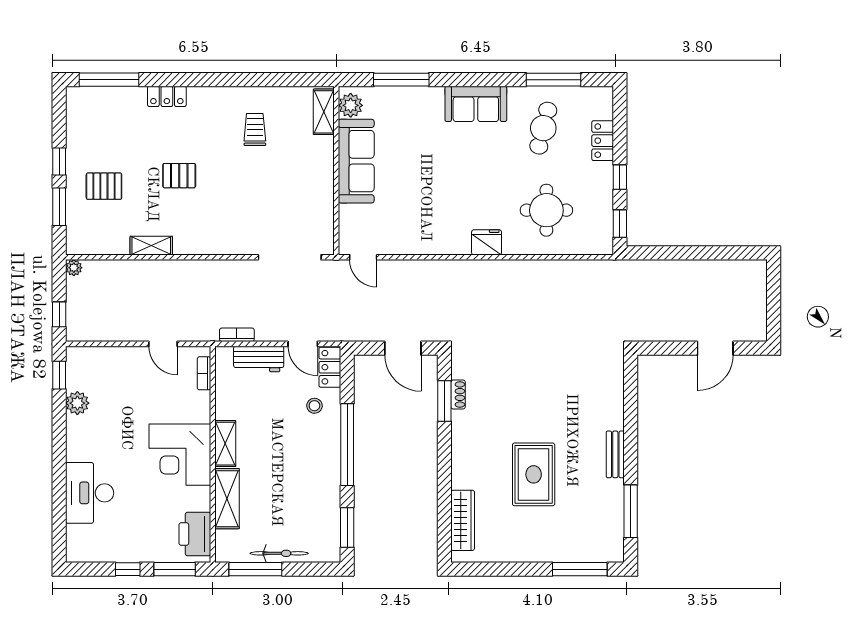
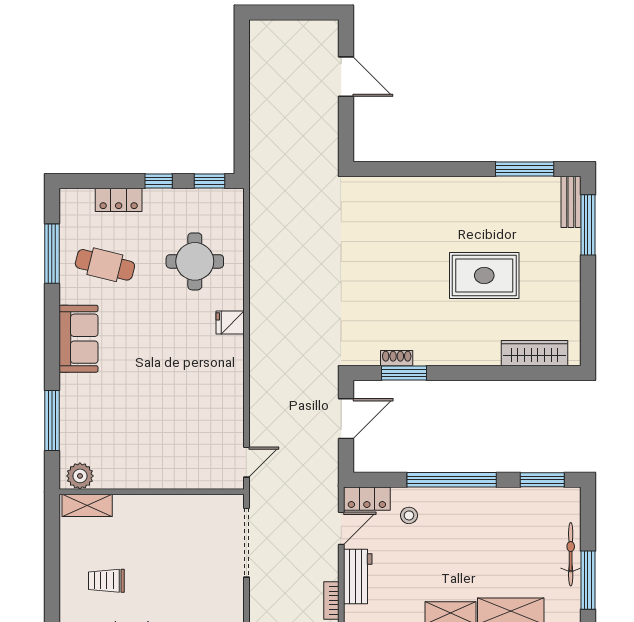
sofa: (356, 161) -> (141, 470), removed
fridge: (487, 242) -> (230, 322), width x0.72
bench: (615, 454) -> (571, 202), moved, turned 90

